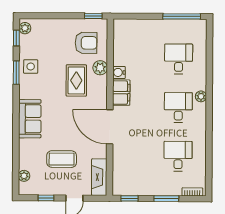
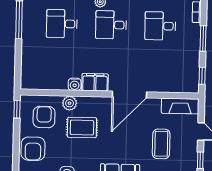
armchair: (55, 32) -> (33, 149), added

